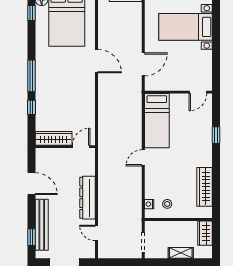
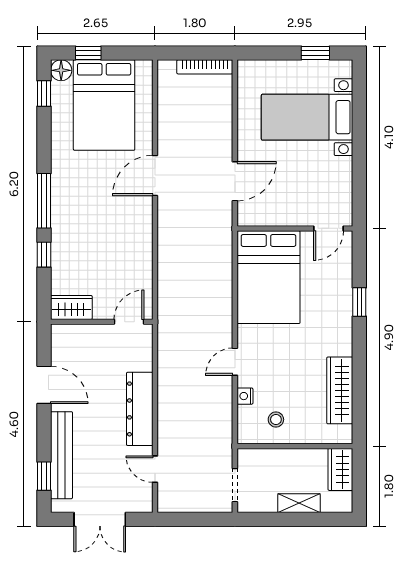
door: (96, 61) -> (155, 176), swing flipped
bed: (157, 121) -> (269, 277), width x1.50
wardrobe: (54, 138) -> (71, 308), width x0.67
door: (143, 158) -> (235, 362), moved
nightstand: (149, 204) -> (245, 396), moved

